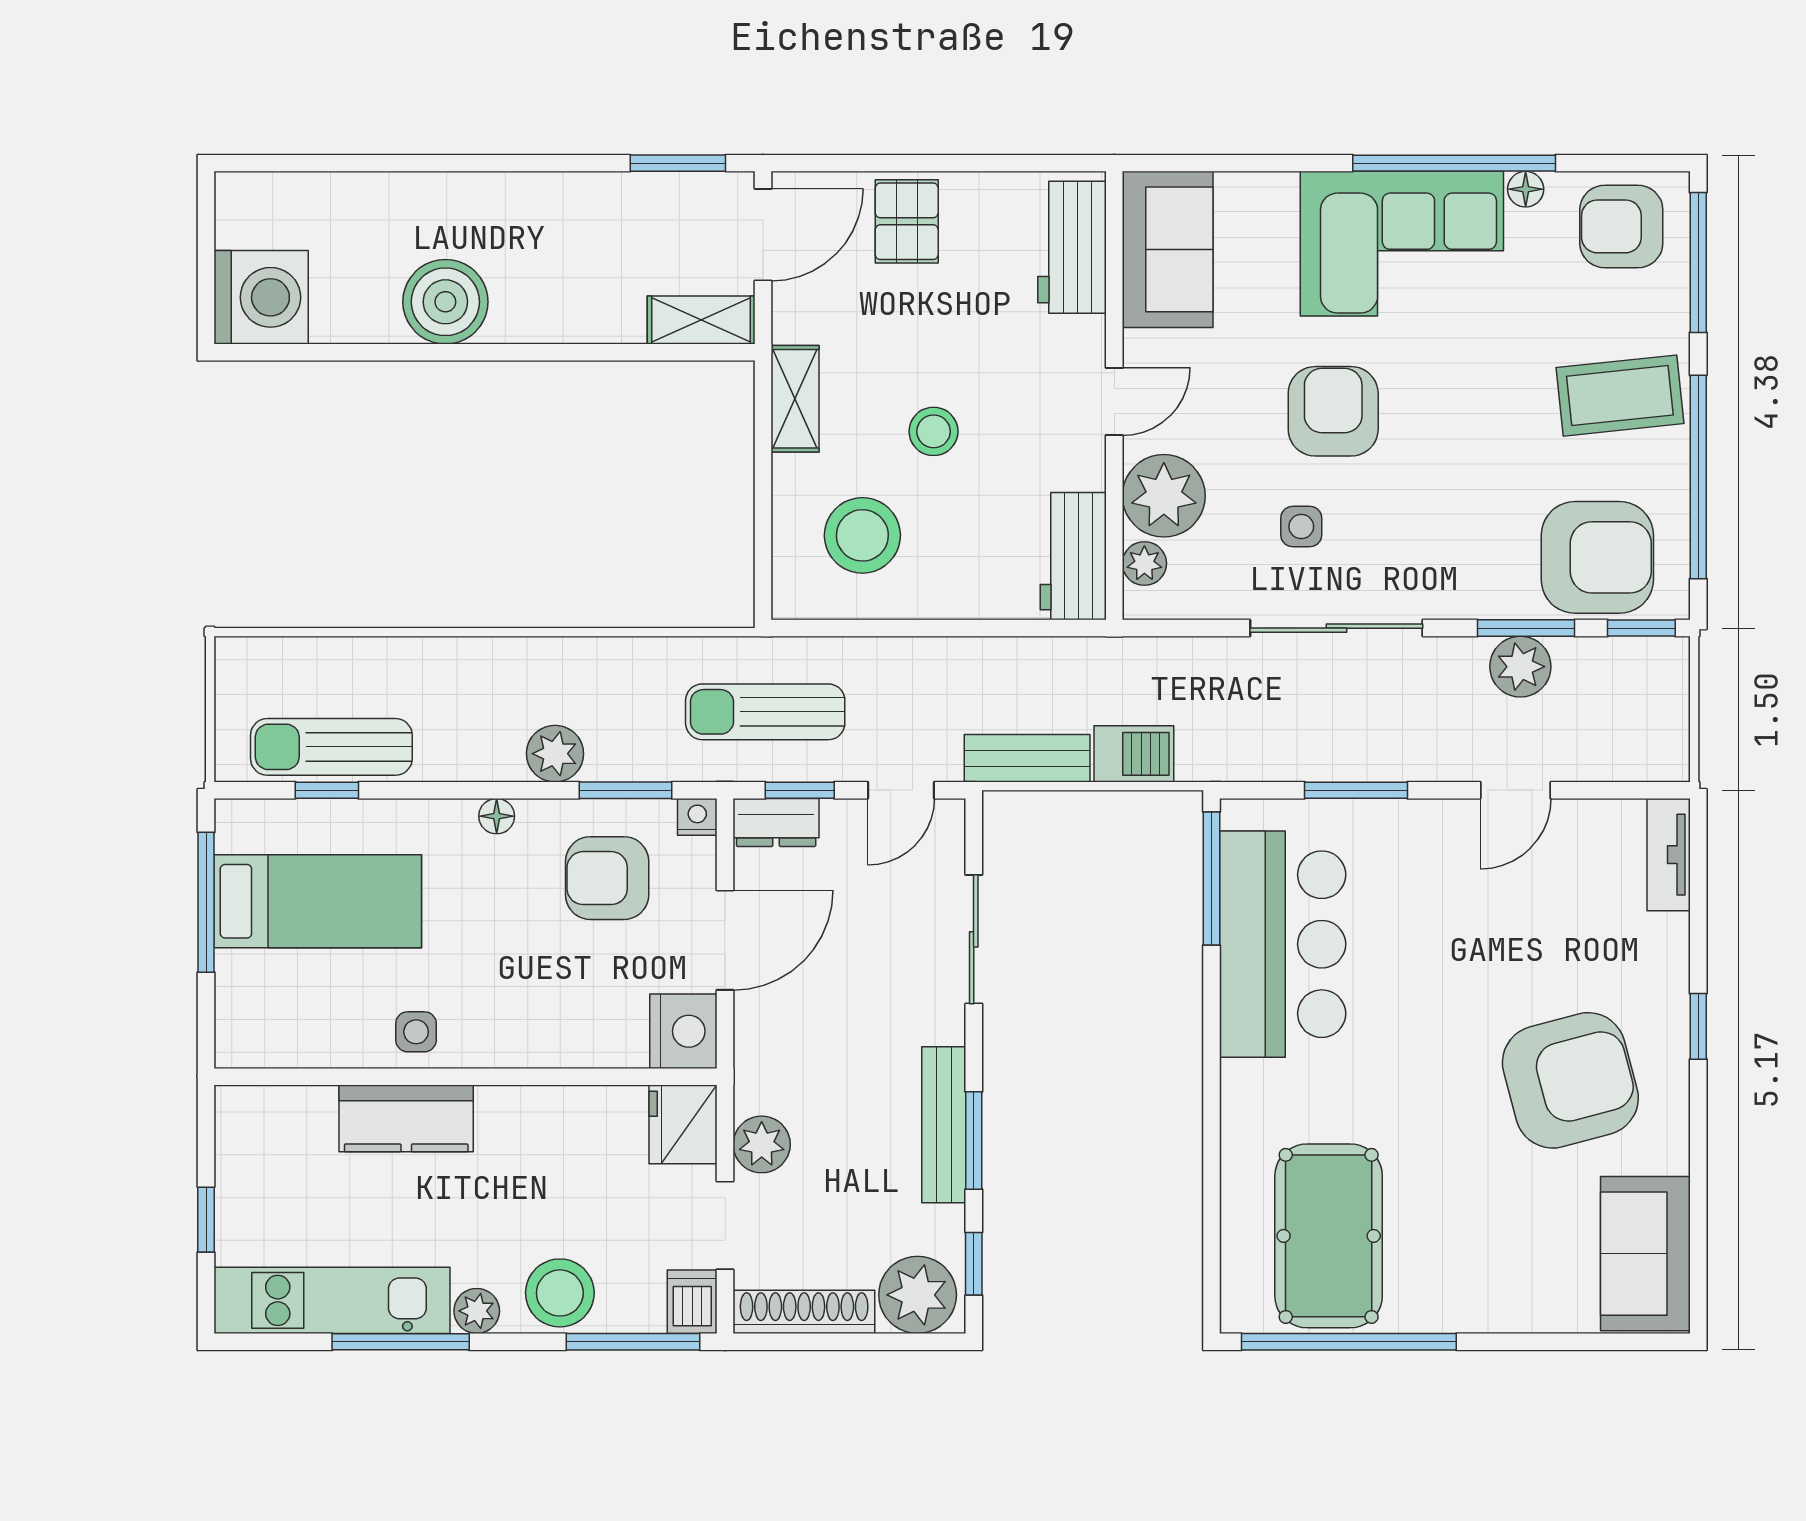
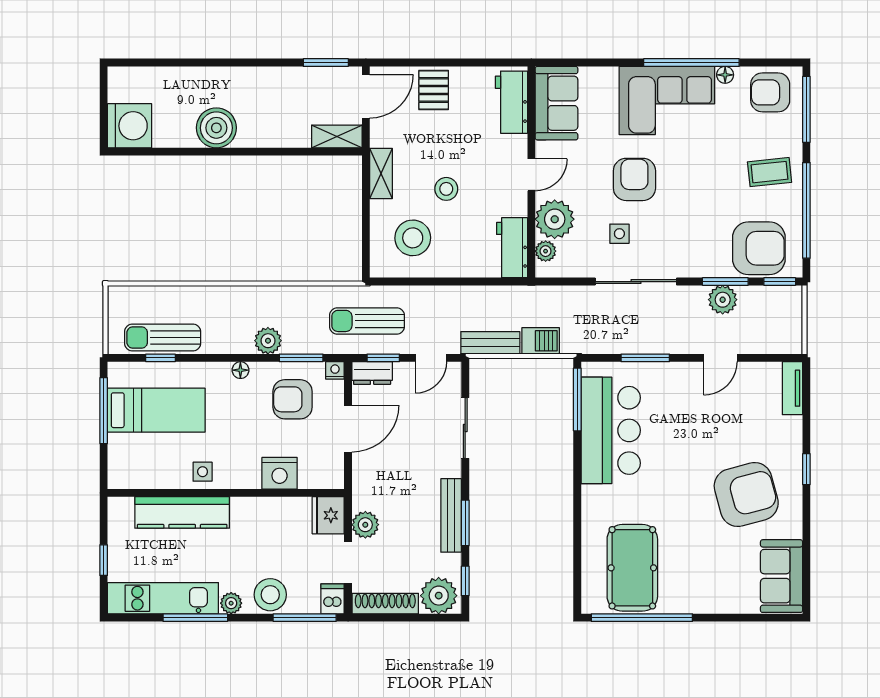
coffee table: (1620, 396) -> (770, 172), width x0.73, depth x0.77
nightstand: (683, 1031) -> (280, 473), moved, turned 90
kitchen counter: (406, 1118) -> (182, 512), width x1.50

